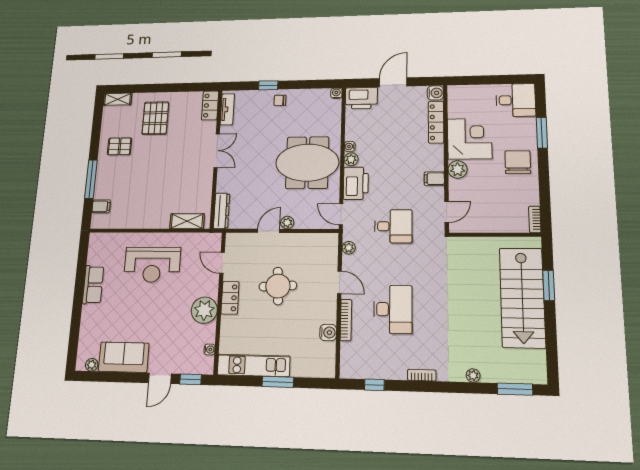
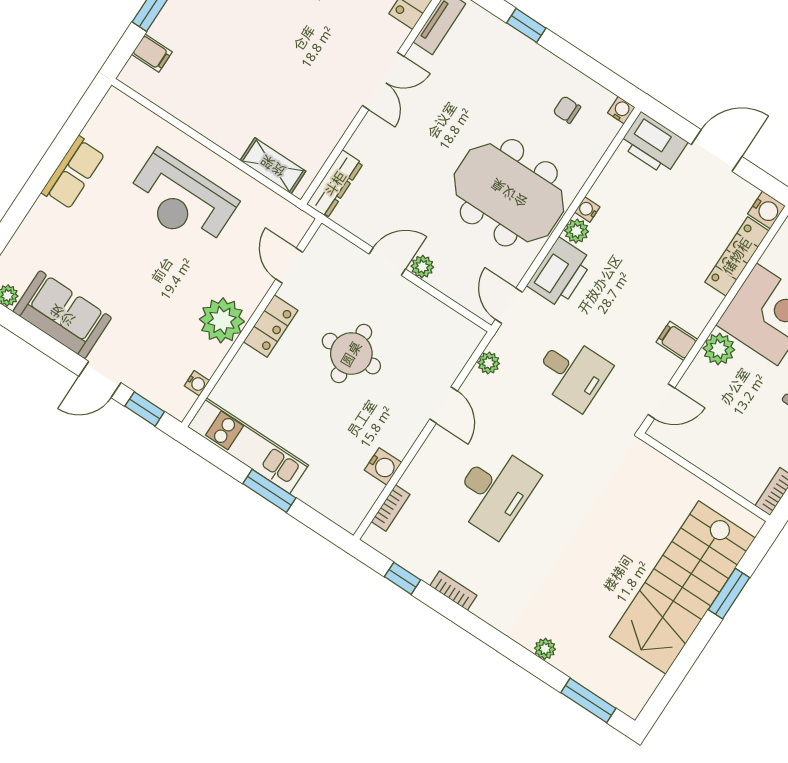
chair: (280, 100) -> (567, 110), moved
bookcase: (346, 320) -> (391, 508), moved, width x0.64
bookcase: (422, 375) -> (453, 591), moved

